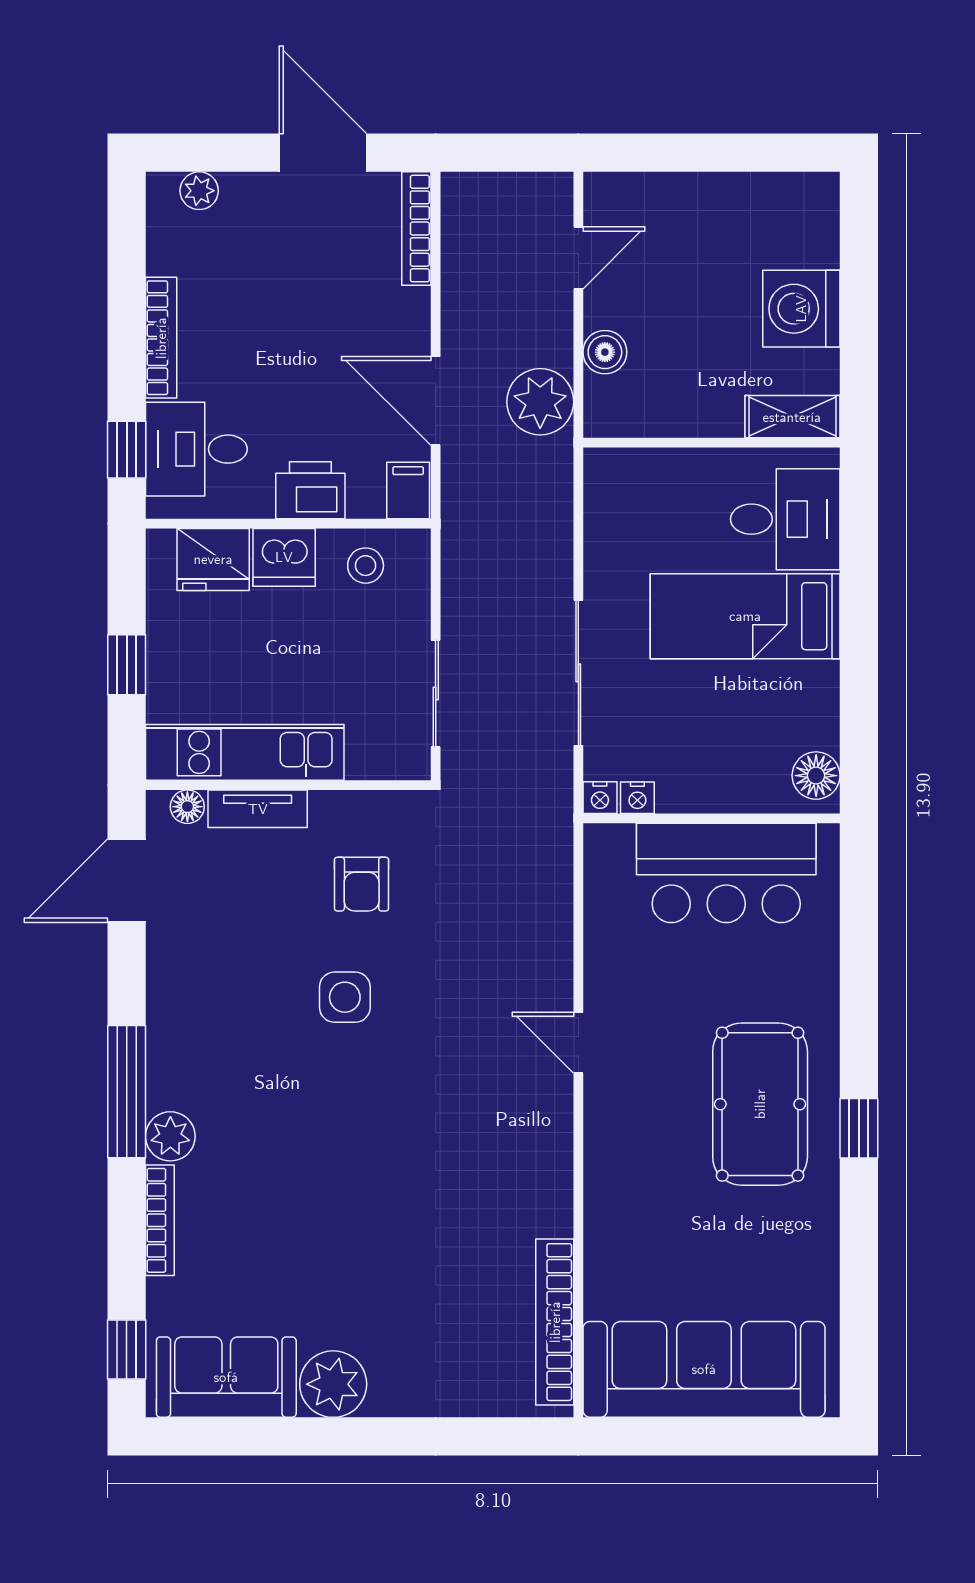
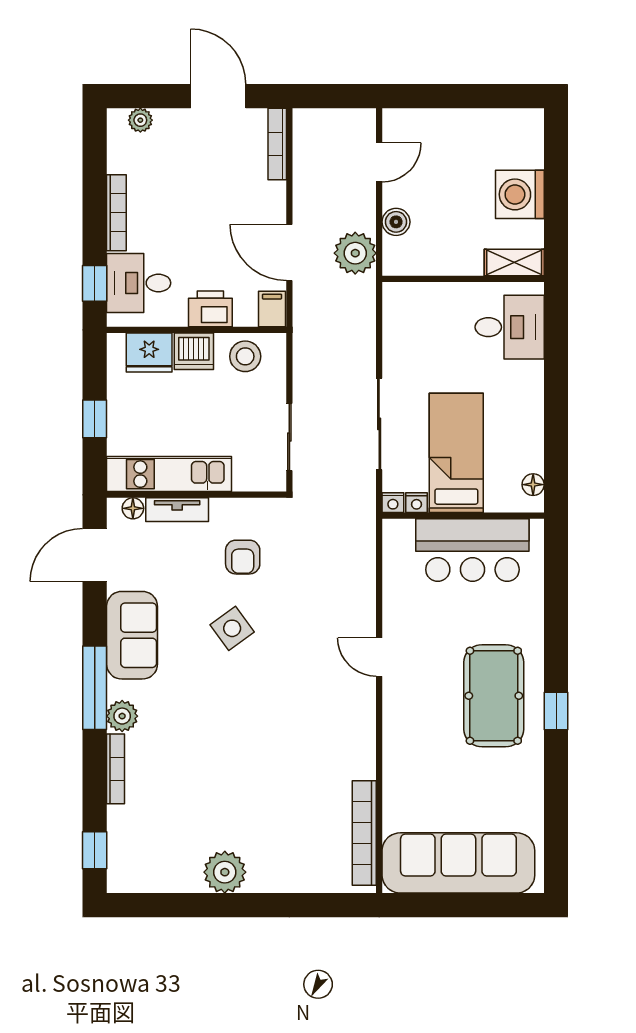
stool: (366, 566) -> (245, 356), width x1.37, depth x1.37
bed: (745, 616) -> (456, 453), moved, turned 90
floor lamp: (816, 776) -> (533, 485), width x0.73, depth x0.73
side table: (345, 997) -> (232, 628), turned -36
sofa: (226, 1377) -> (132, 635), moved, turned 90

